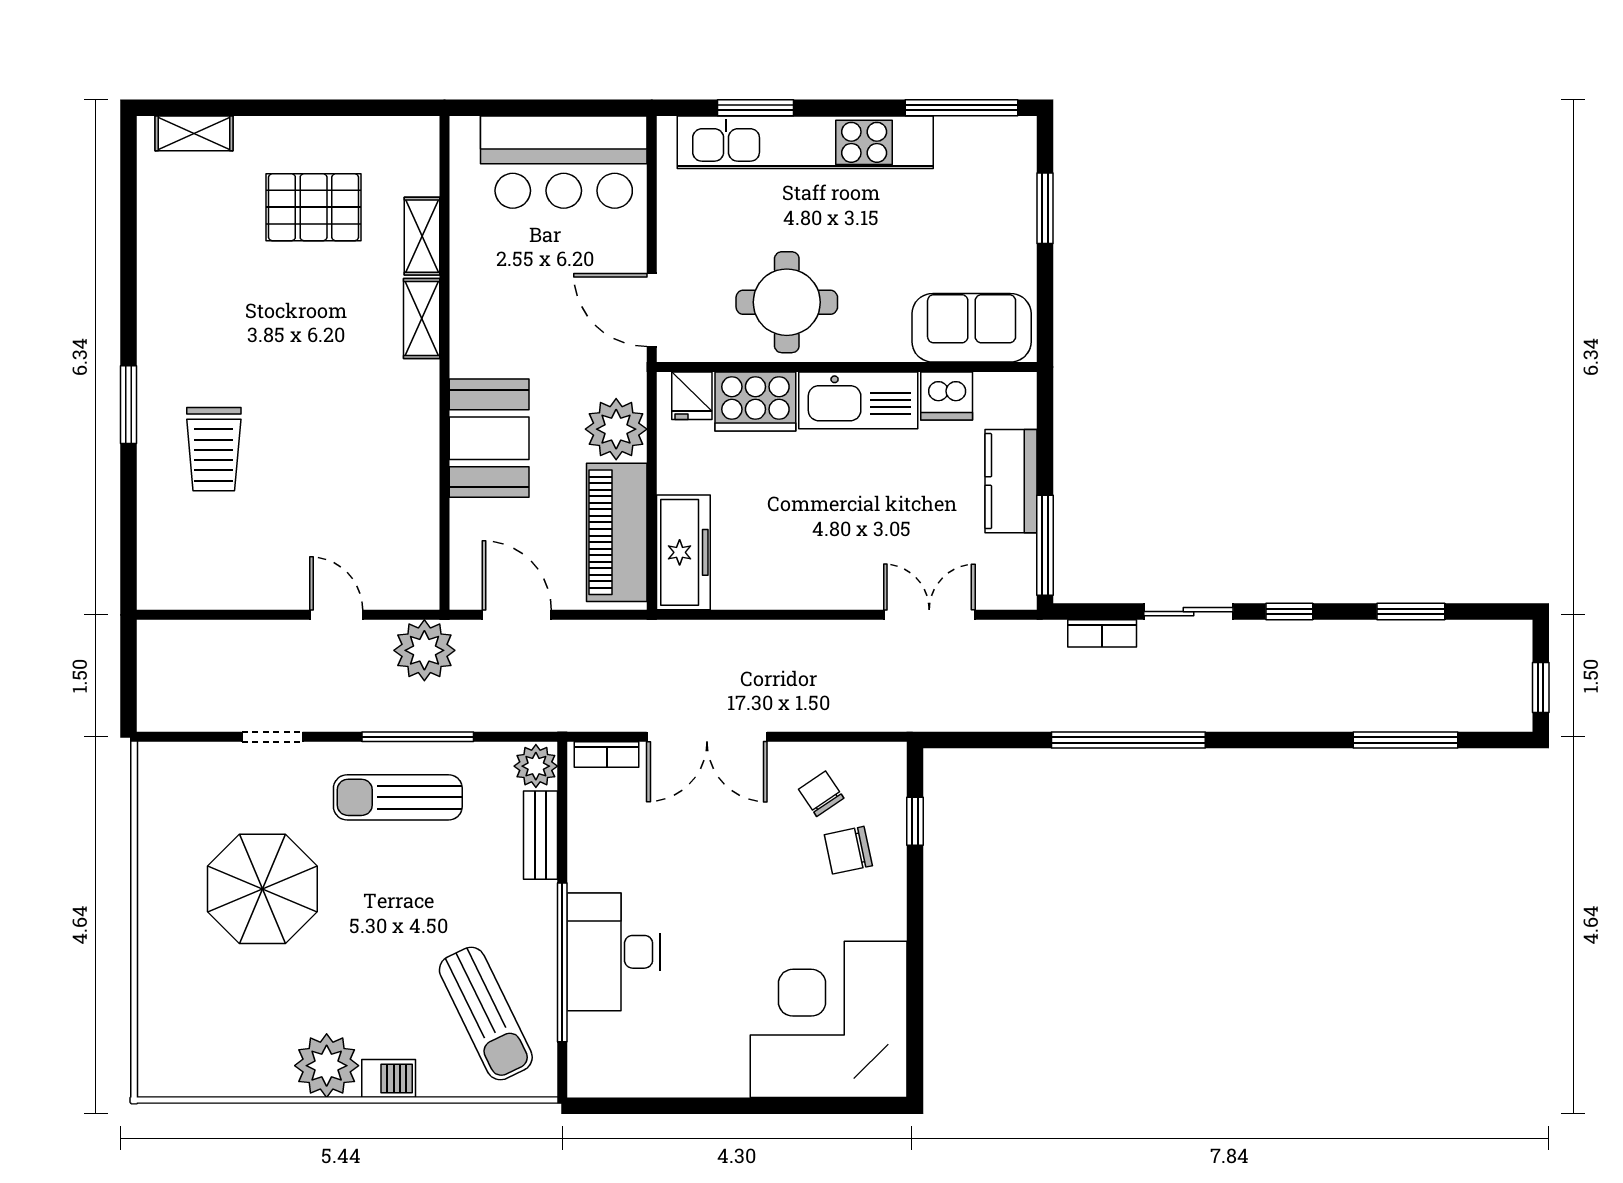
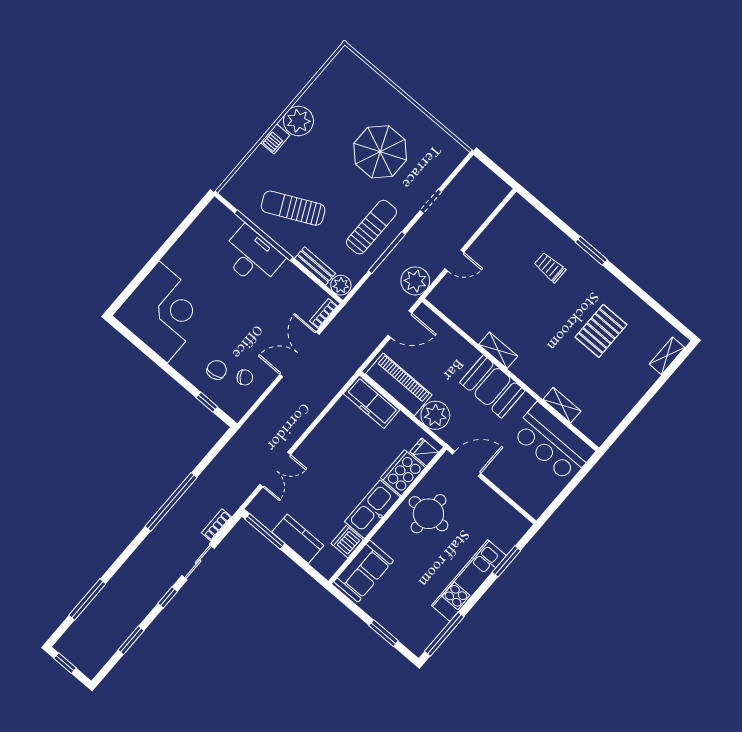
kitchen unit: (805, 142) -> (469, 581), width x0.73
bar counter: (564, 162) -> (553, 442), moved, turned -90
pallet: (314, 207) -> (601, 331), moved
shelving: (422, 319) -> (498, 350), moved
booth: (489, 438) -> (492, 387), moved
trolley: (214, 449) -> (550, 267), width x0.73, depth x0.72
sun lounger: (486, 1014) -> (293, 208), moved

